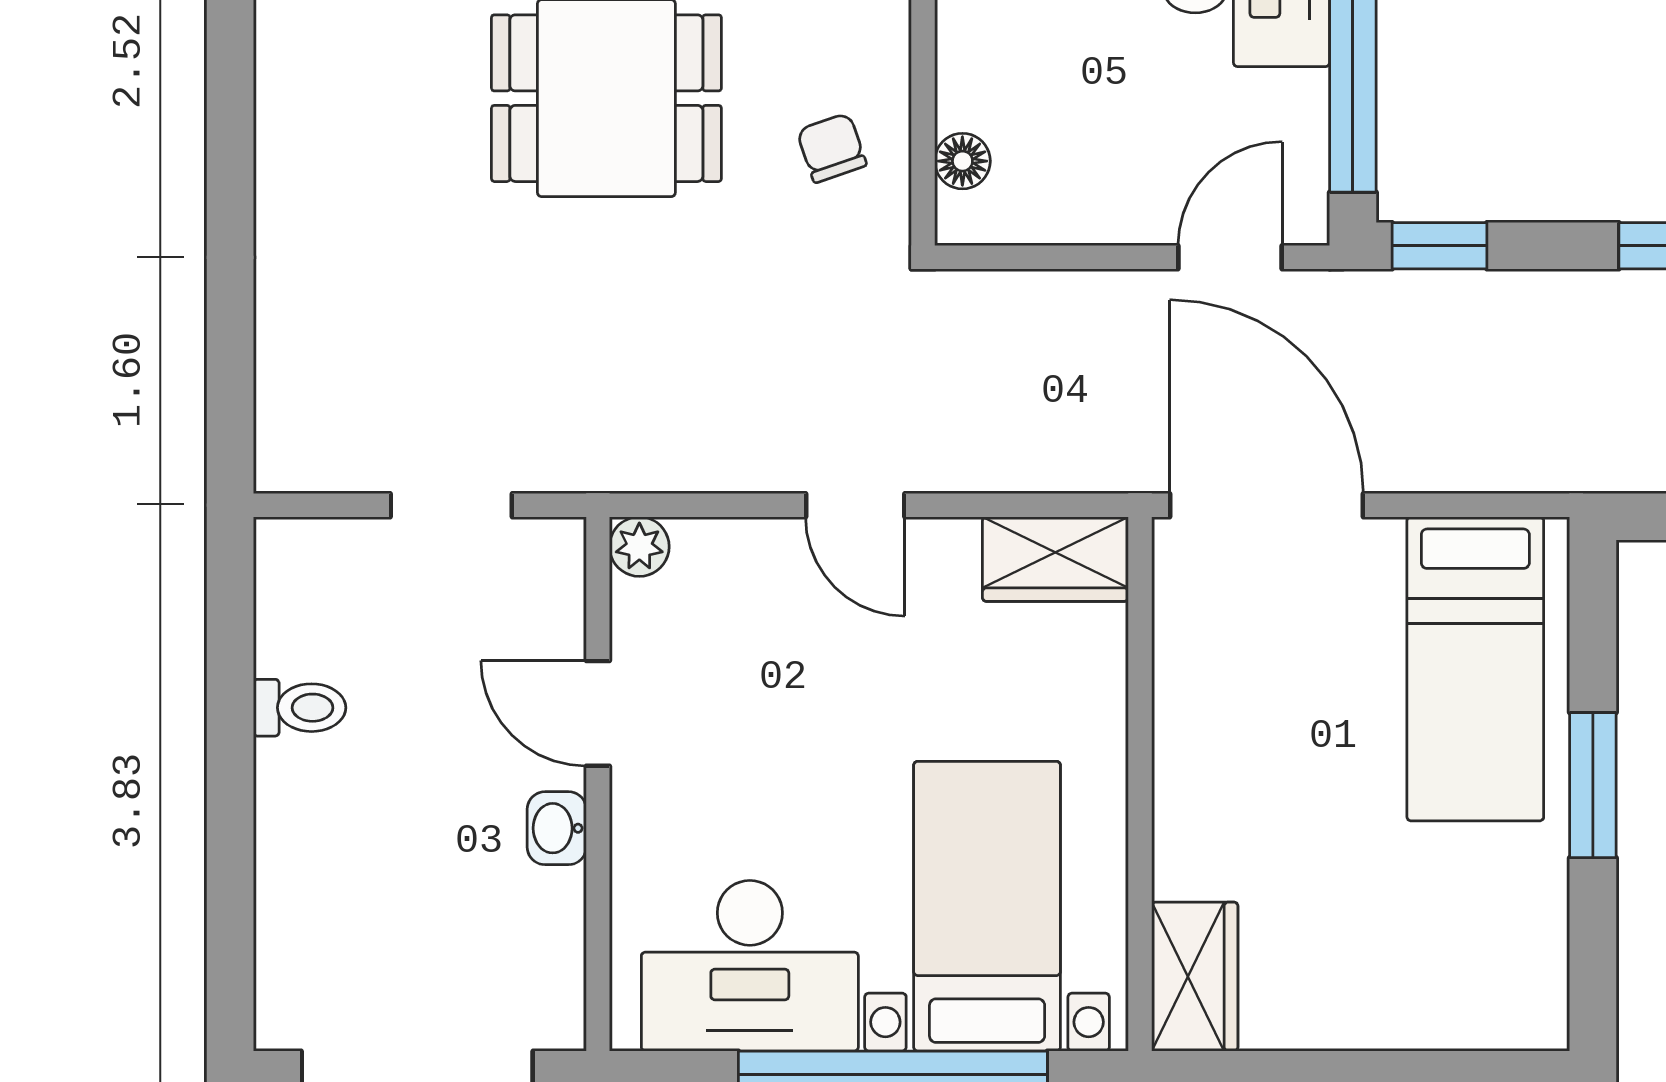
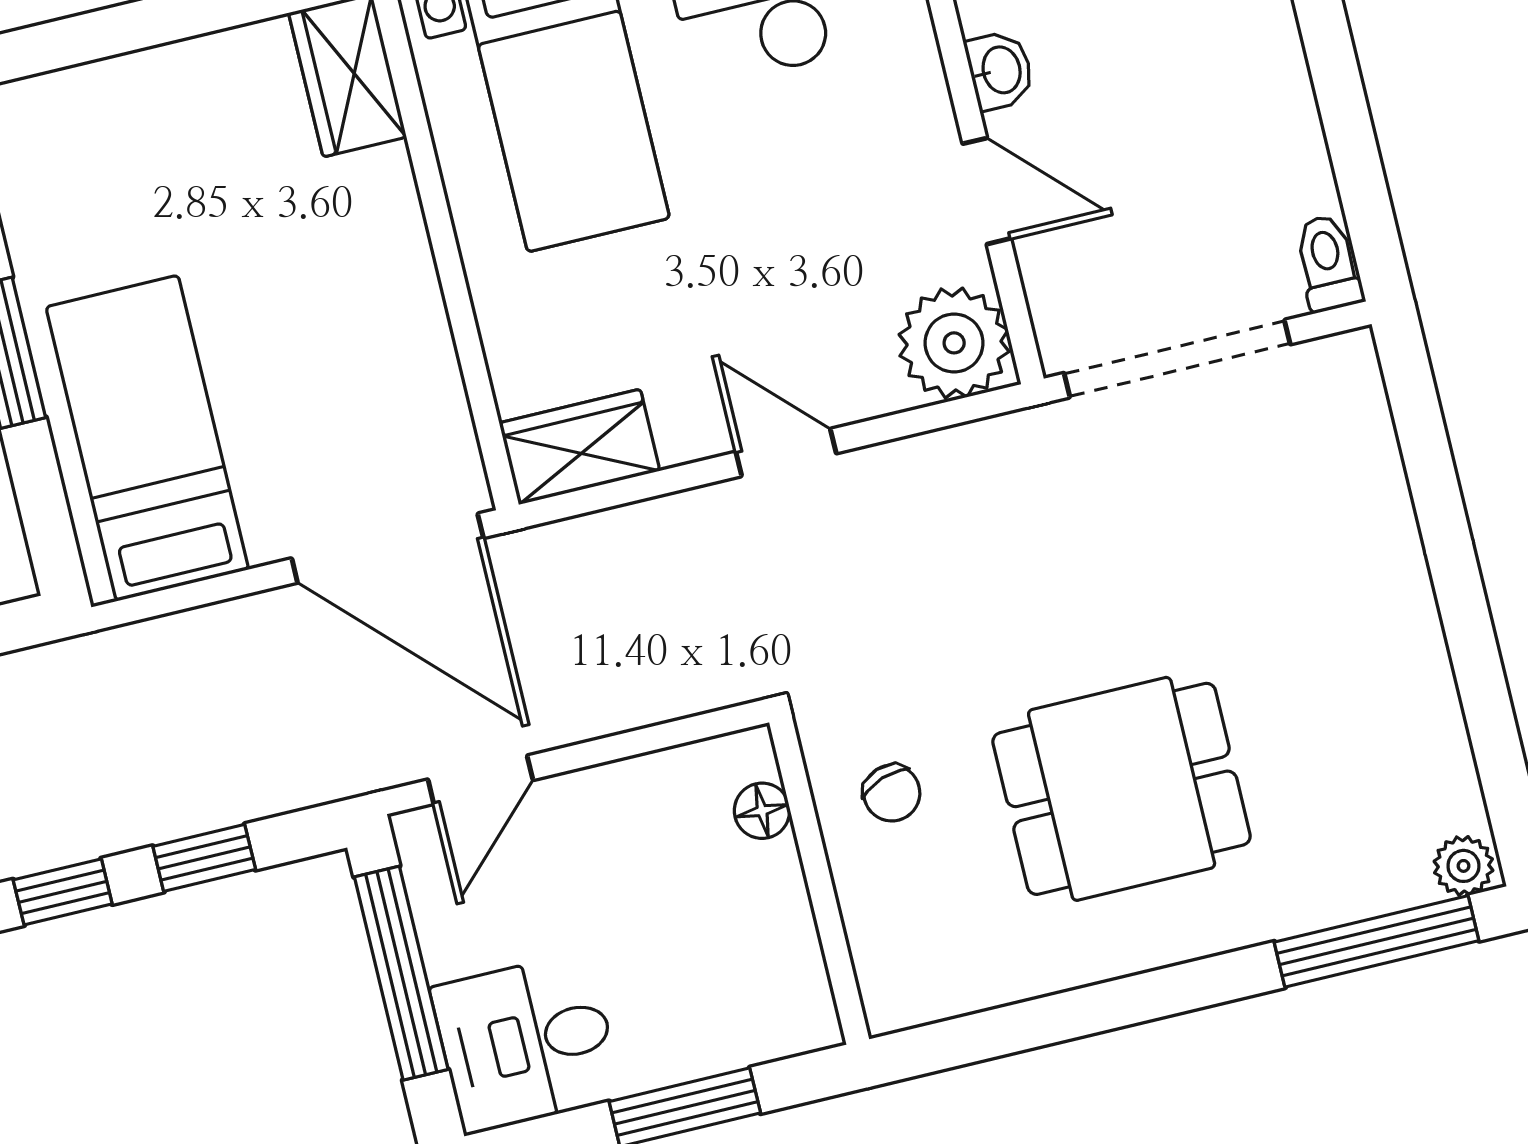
window: (1439, 246) -> (204, 858), moved
doorway: (451, 505) -> (1177, 359), width x1.88
plant: (639, 547) -> (954, 343), width x1.88, depth x1.88
toilet: (300, 708) -> (1328, 263), moved, turned 90

